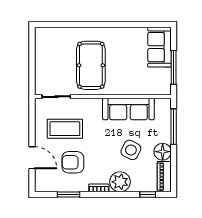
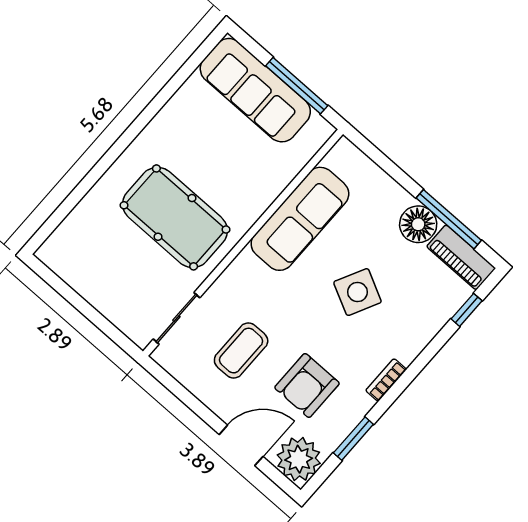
sofa: (159, 47) -> (255, 90), width x1.36
window: (174, 127) -> (449, 219), moved
coffee table: (65, 129) -> (241, 351), width x0.73, depth x0.76
side table: (131, 150) -> (357, 292), moved
plant: (120, 182) -> (299, 459), moved

